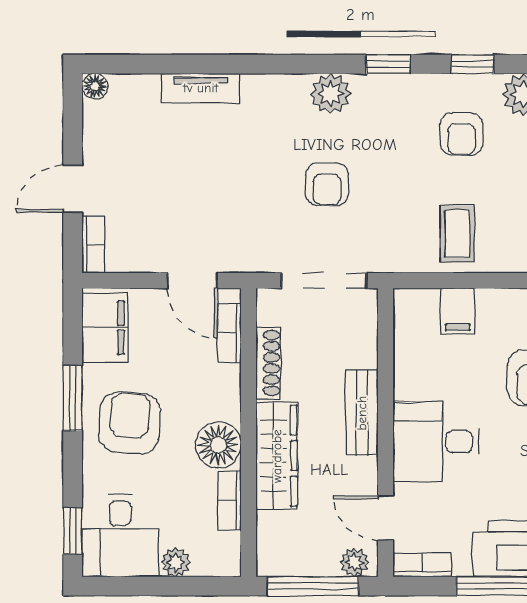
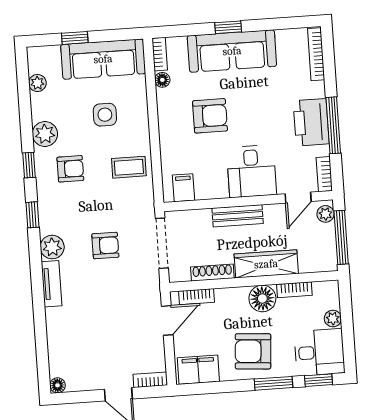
tv unit: (201, 88) -> (51, 284), moved
filing cabinet: (458, 311) -> (183, 188), moved, turned -90
window: (73, 398) -> (274, 383), moved

